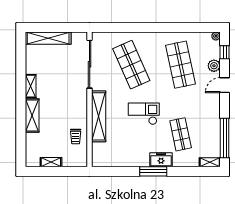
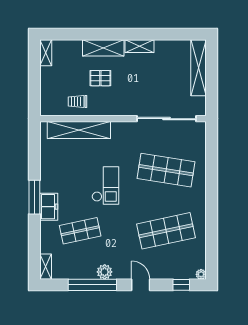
shop shelf: (131, 65) -> (166, 170), turned 33
plant: (214, 66) -> (105, 272), moved
shelving: (99, 116) -> (79, 130), moved
pallet: (57, 118) -> (100, 78), added
window: (225, 138) -> (92, 285), moved
shelving: (51, 162) -> (46, 53), moved

